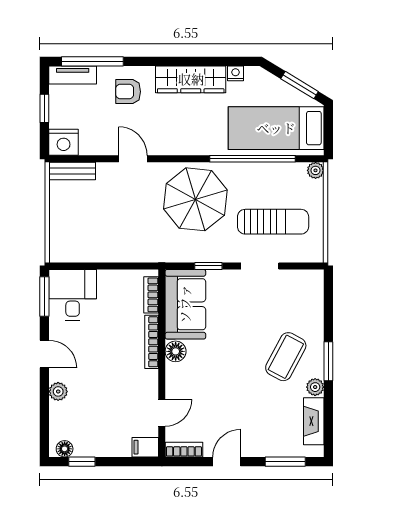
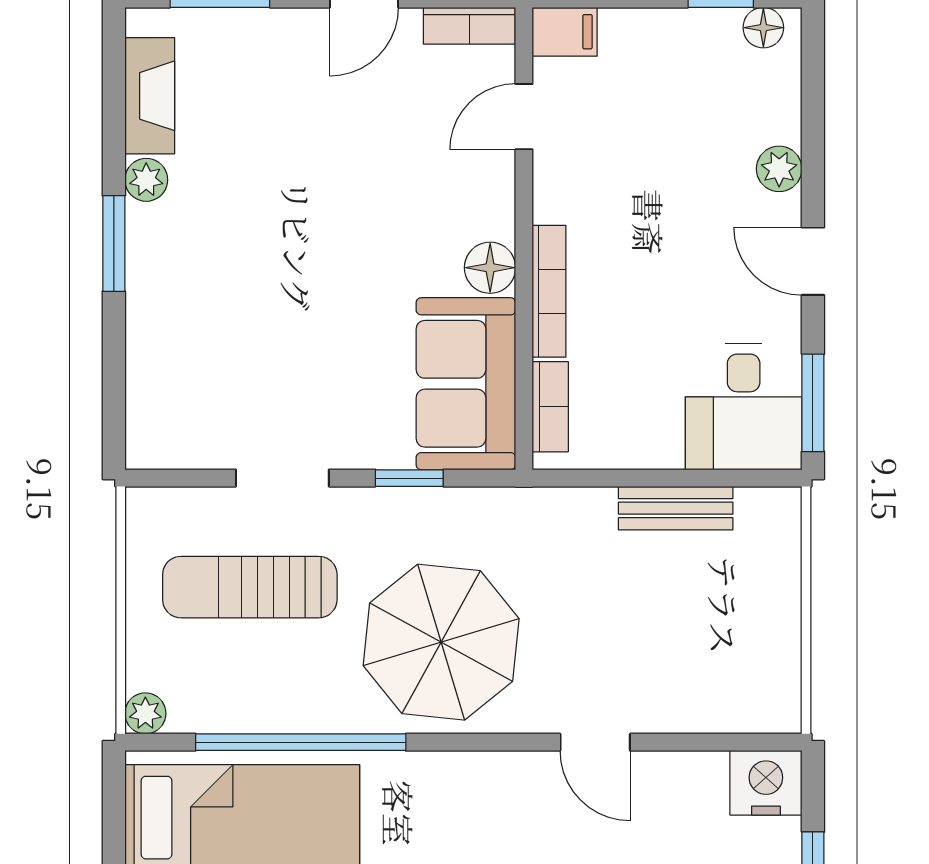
bench: (72, 171) -> (676, 508), moved
coffee table: (286, 357) -> (219, 255), removed

